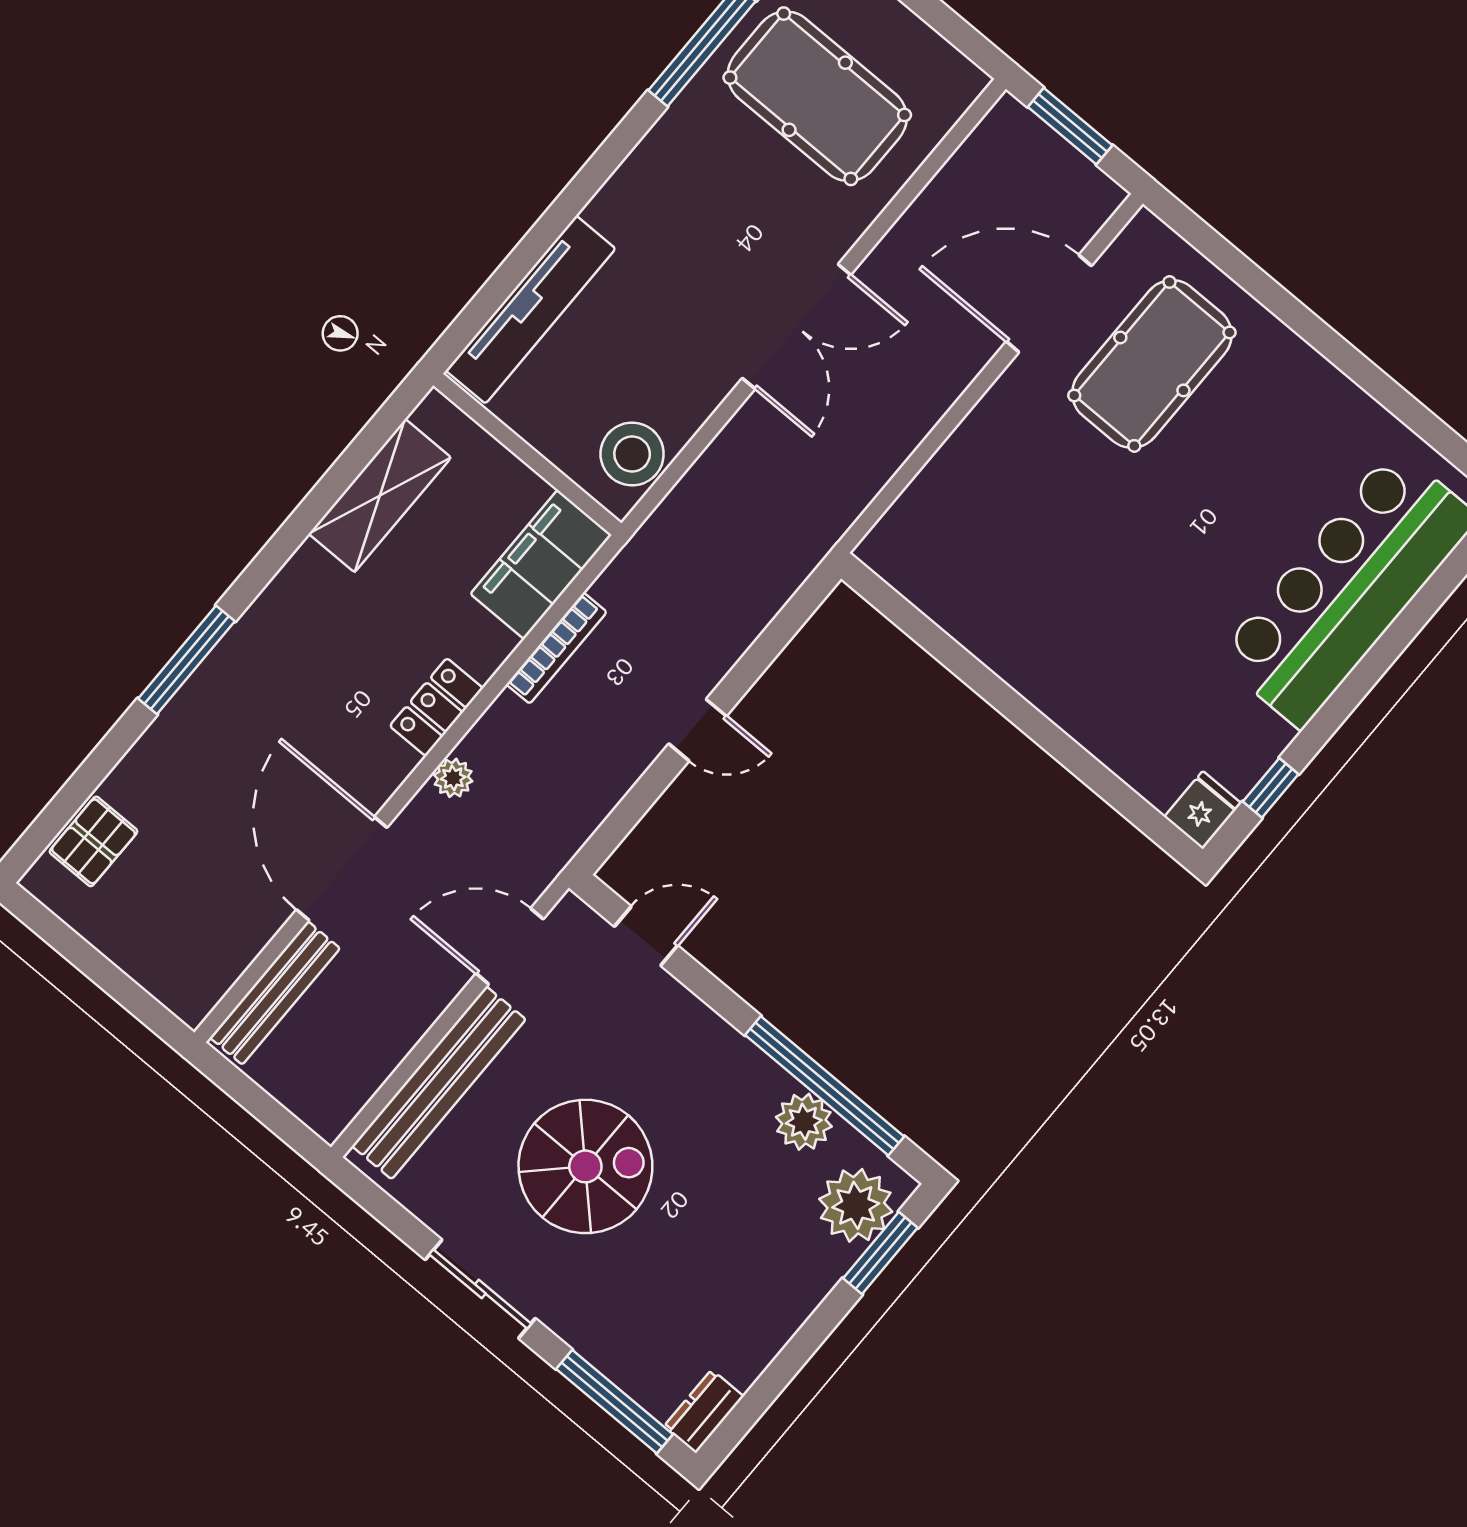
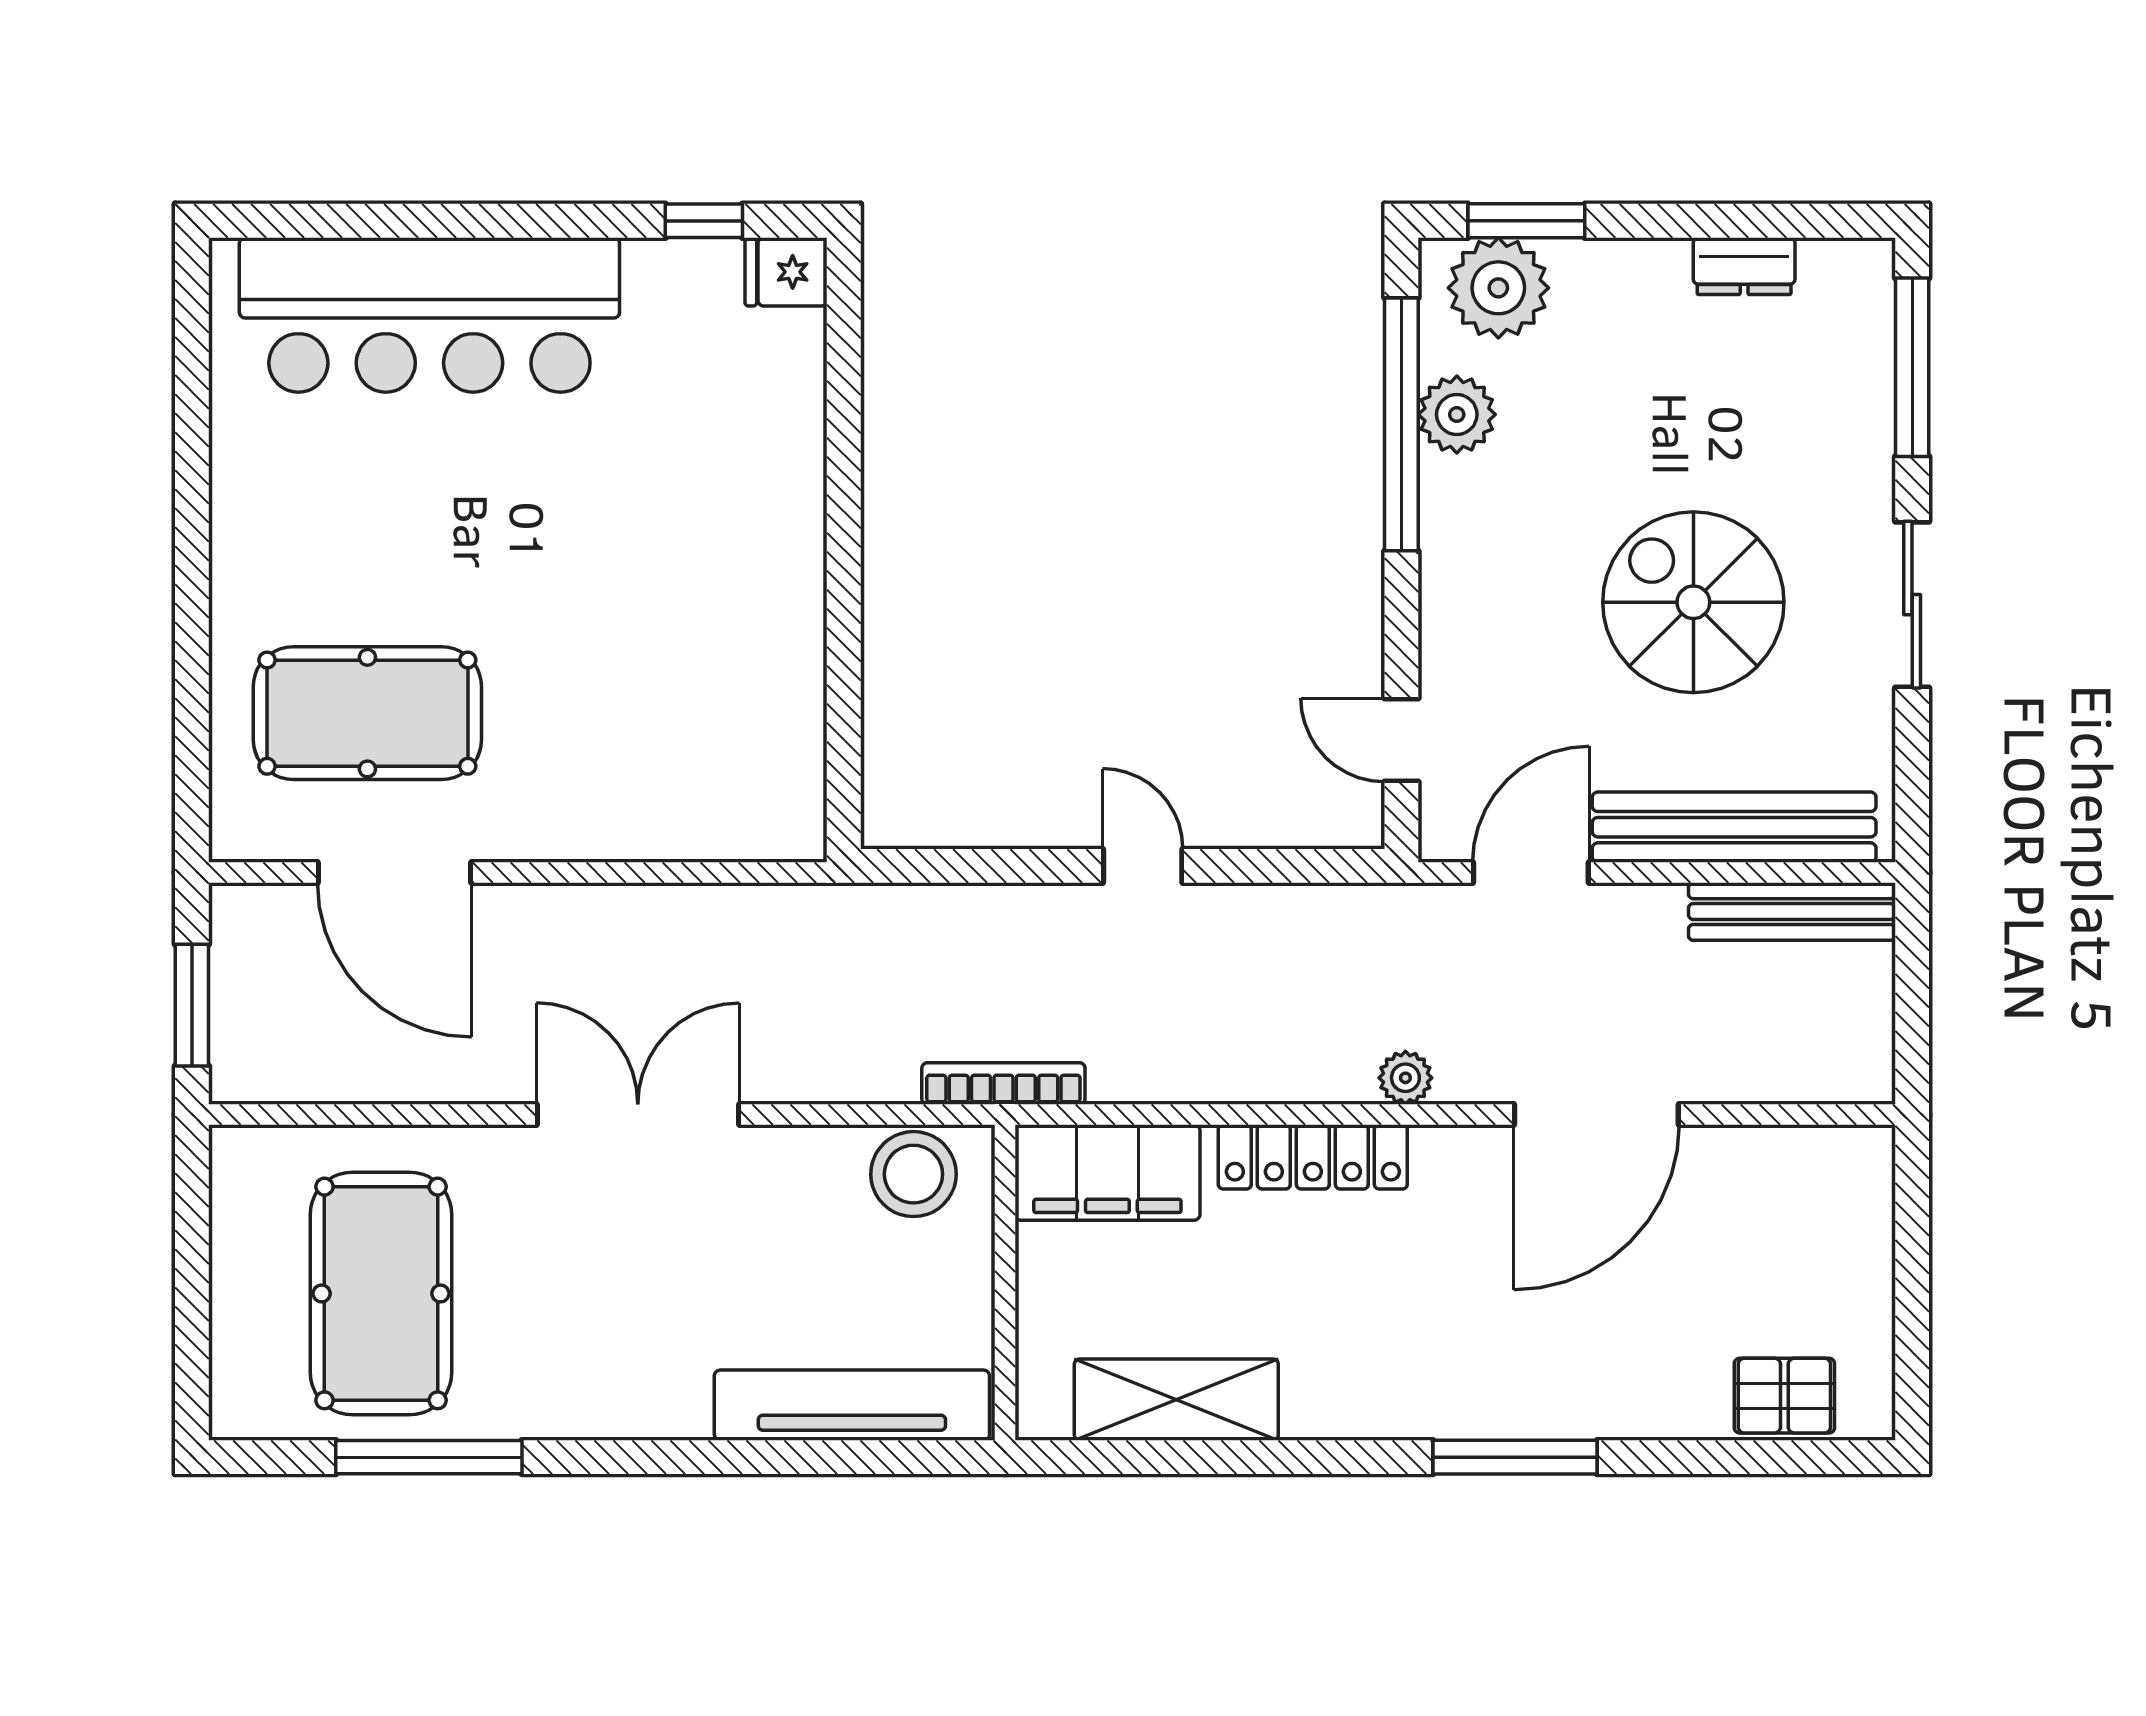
bookcase: (557, 648) -> (1003, 1083), moved
locker: (436, 707) -> (1313, 1157), width x1.53
door: (510, 946) -> (1531, 873), swing flipped
bench: (275, 993) -> (1792, 912), moved
dresser: (704, 1411) -> (1744, 266), moved

